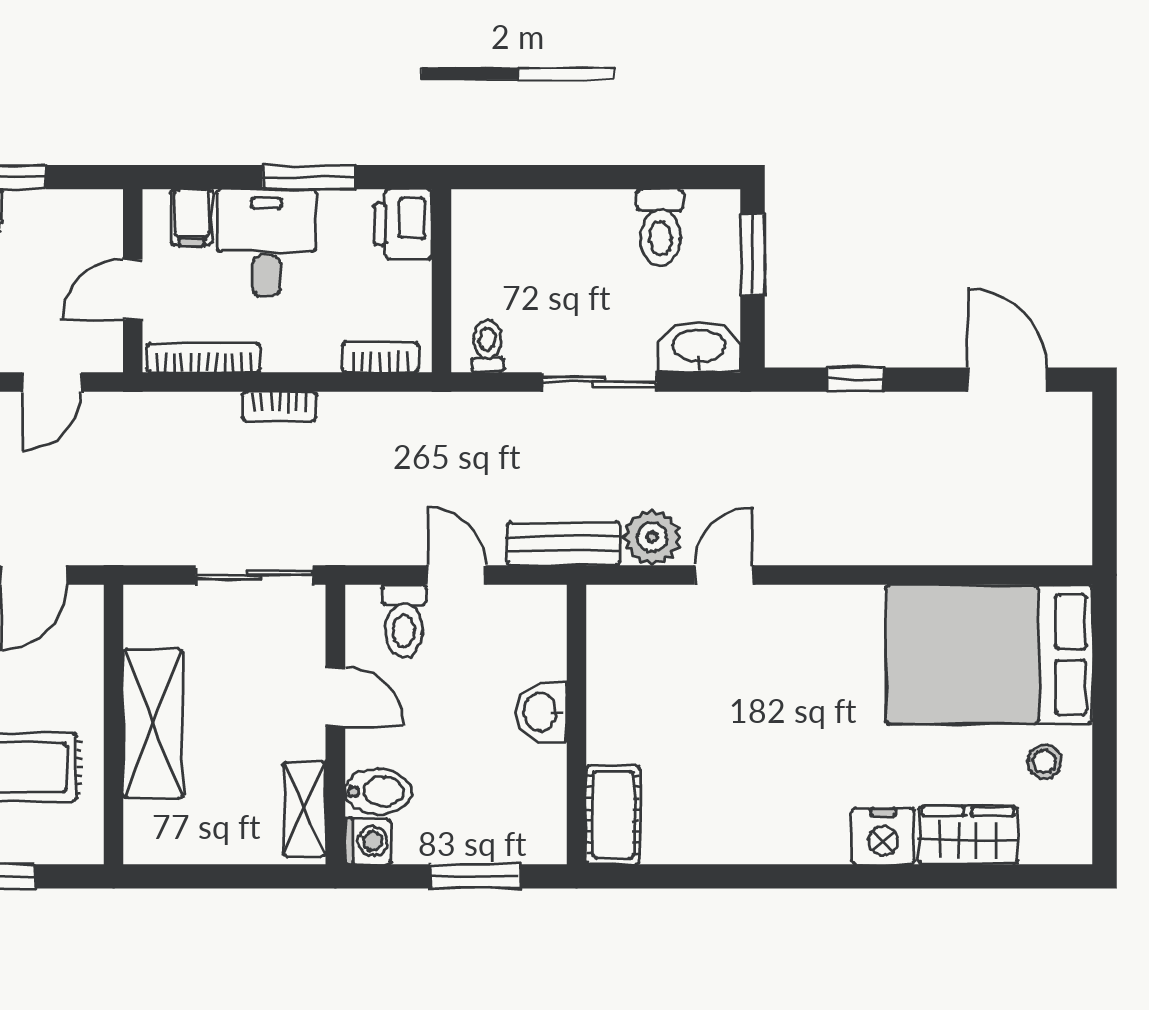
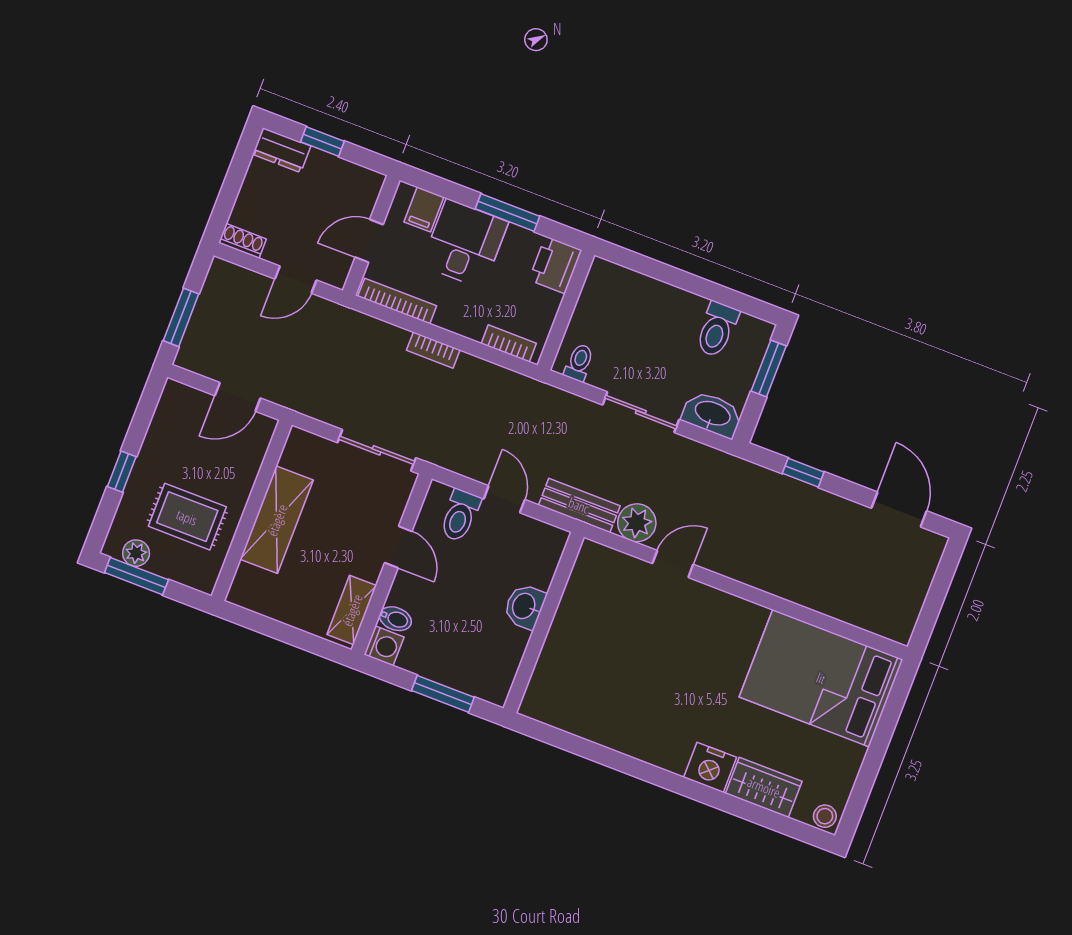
stool: (1044, 761) -> (825, 816), moved
bidet: (378, 791) -> (395, 619), width x0.72, depth x0.74
cot: (613, 815) -> (545, 688), removed

